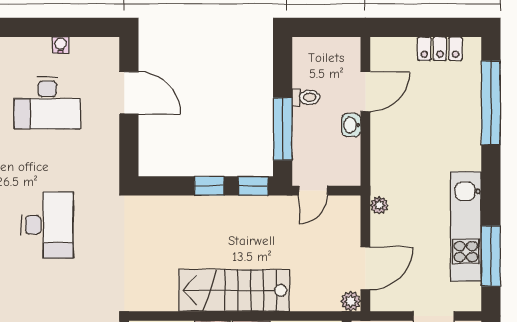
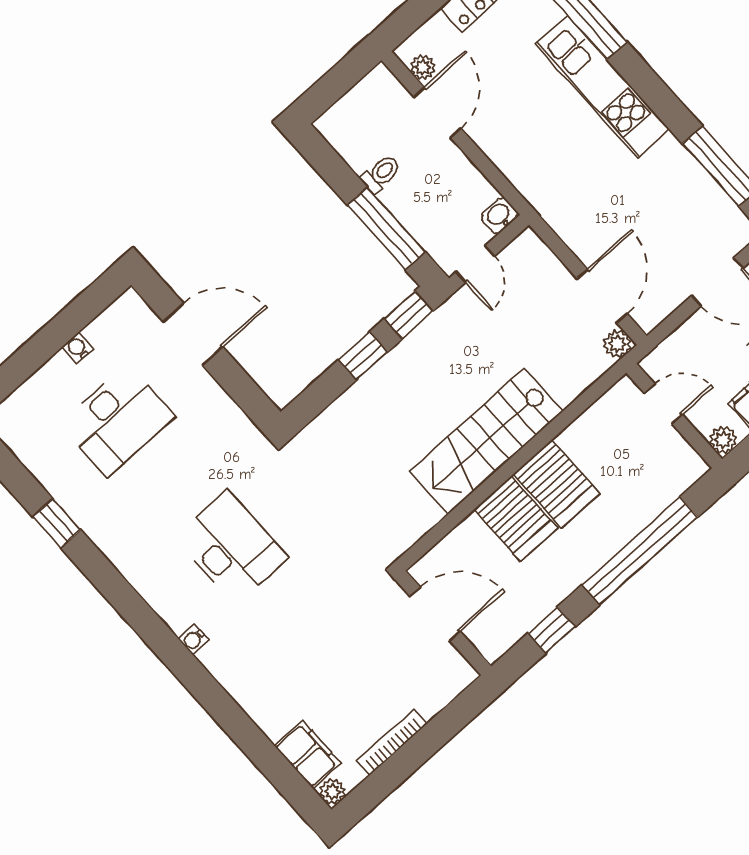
washbasin: (351, 125) -> (499, 216), moved, turned 90
plant: (379, 205) -> (423, 67), moved
kitchen unit: (466, 226) -> (602, 86), moved

